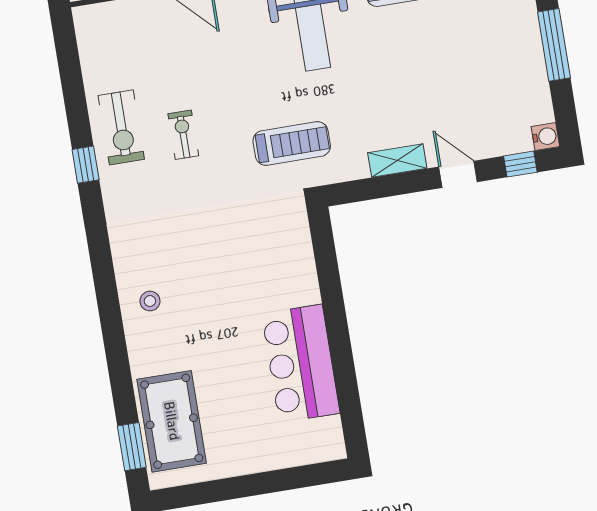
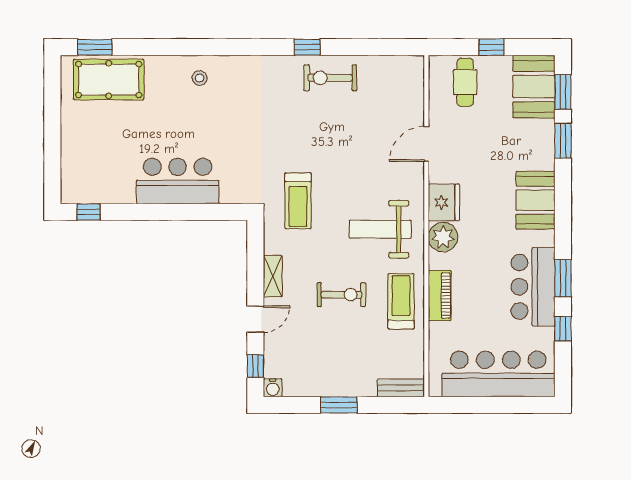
window: (554, 45) -> (339, 405), width x0.69
exercise bike: (183, 135) -> (341, 295), moved, width x1.38, depth x1.39
bar counter: (301, 364) -> (178, 181), moved
window: (352, 419) -> (88, 212), added

